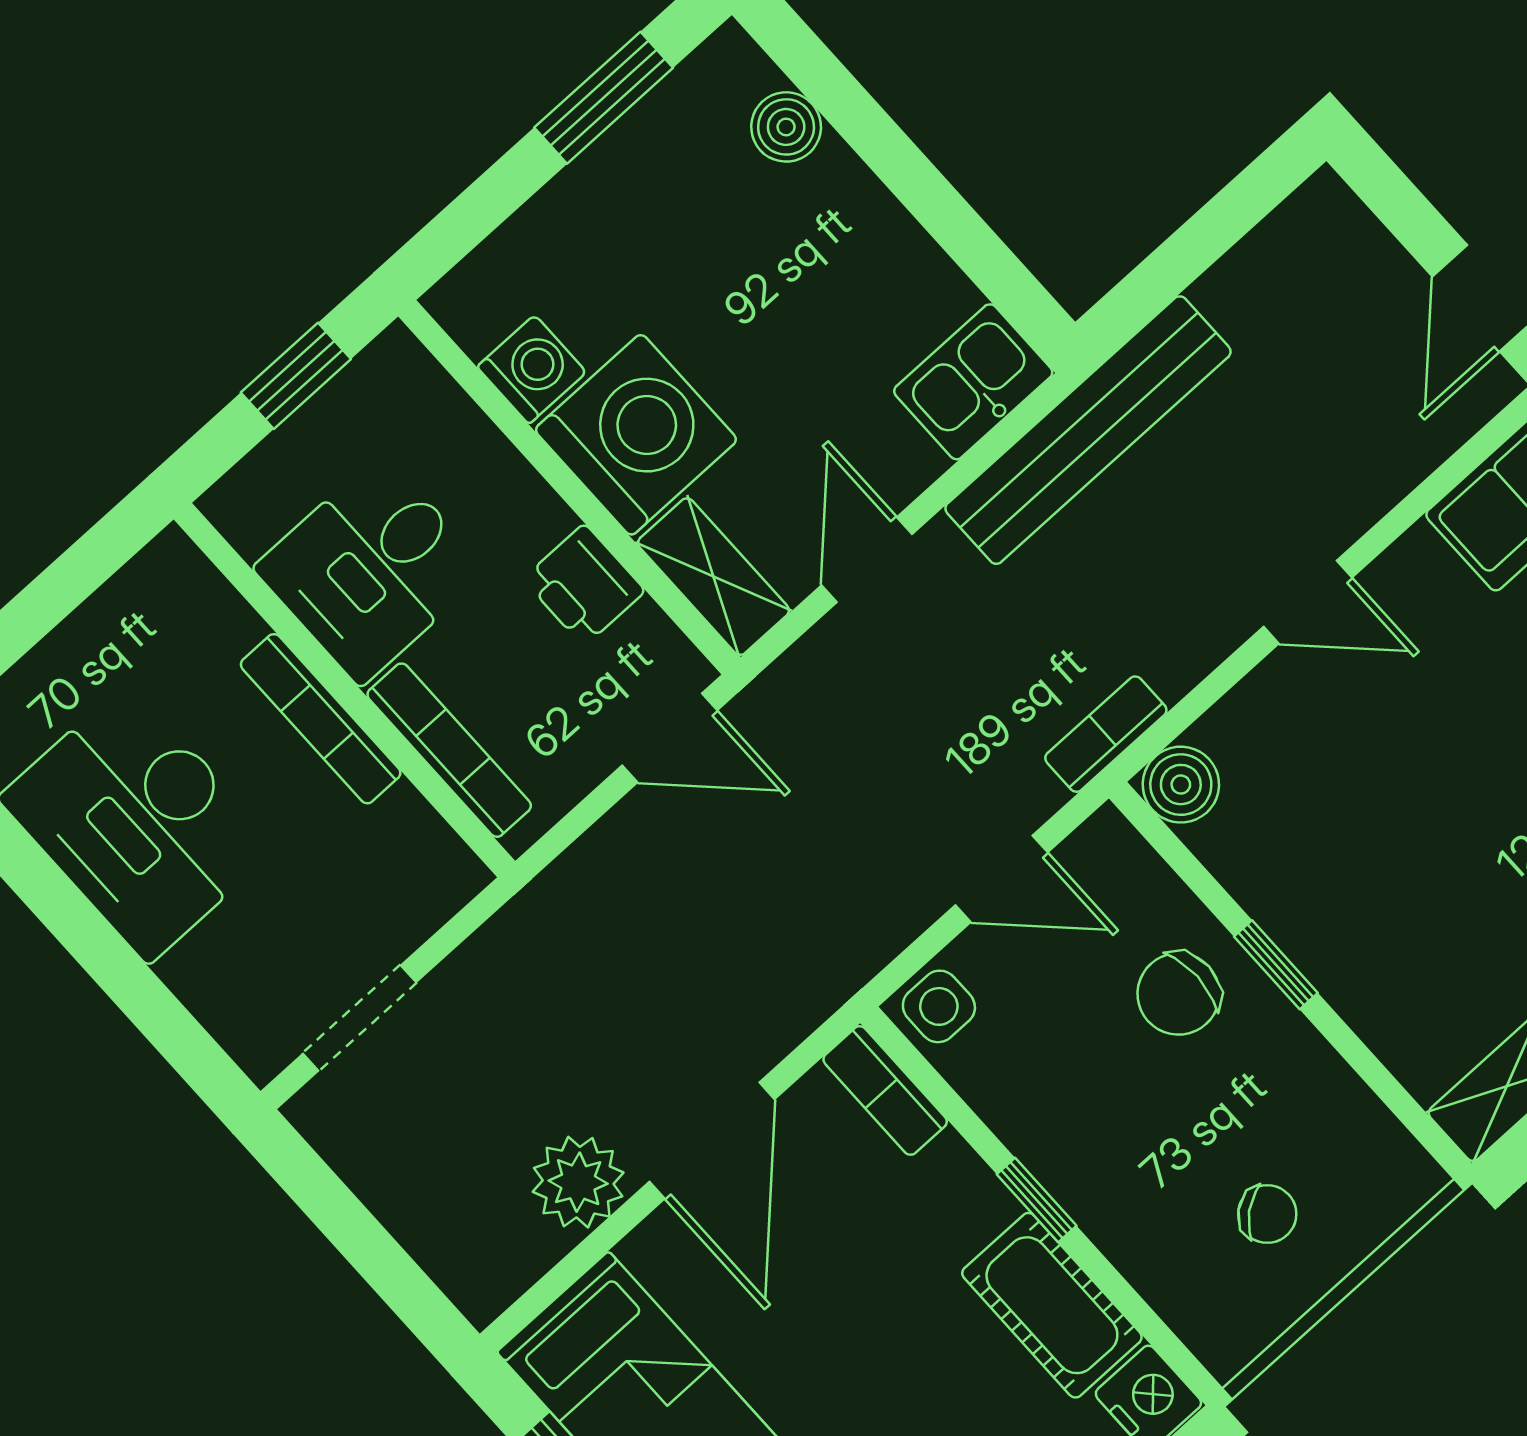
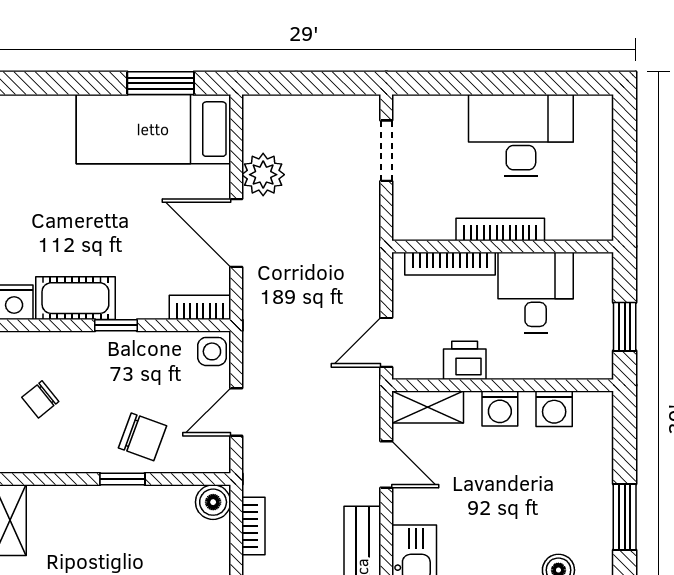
washing machine: (636, 435) -> (500, 409), width x0.53, depth x0.53
bookcase: (1106, 734) -> (253, 526), moved
chair: (1178, 994) -> (143, 437), turned 110

